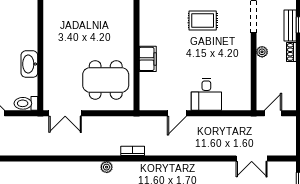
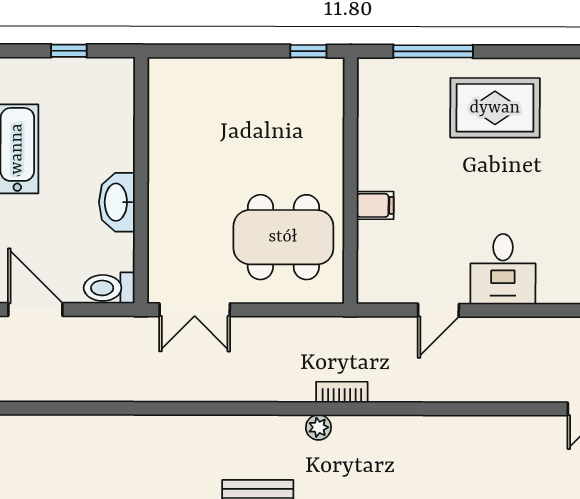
rug: (203, 20) -> (495, 108), width x1.36, depth x1.43
filing cabinet: (148, 59) -> (375, 205), width x0.50
plant: (107, 167) -> (318, 427), moved

